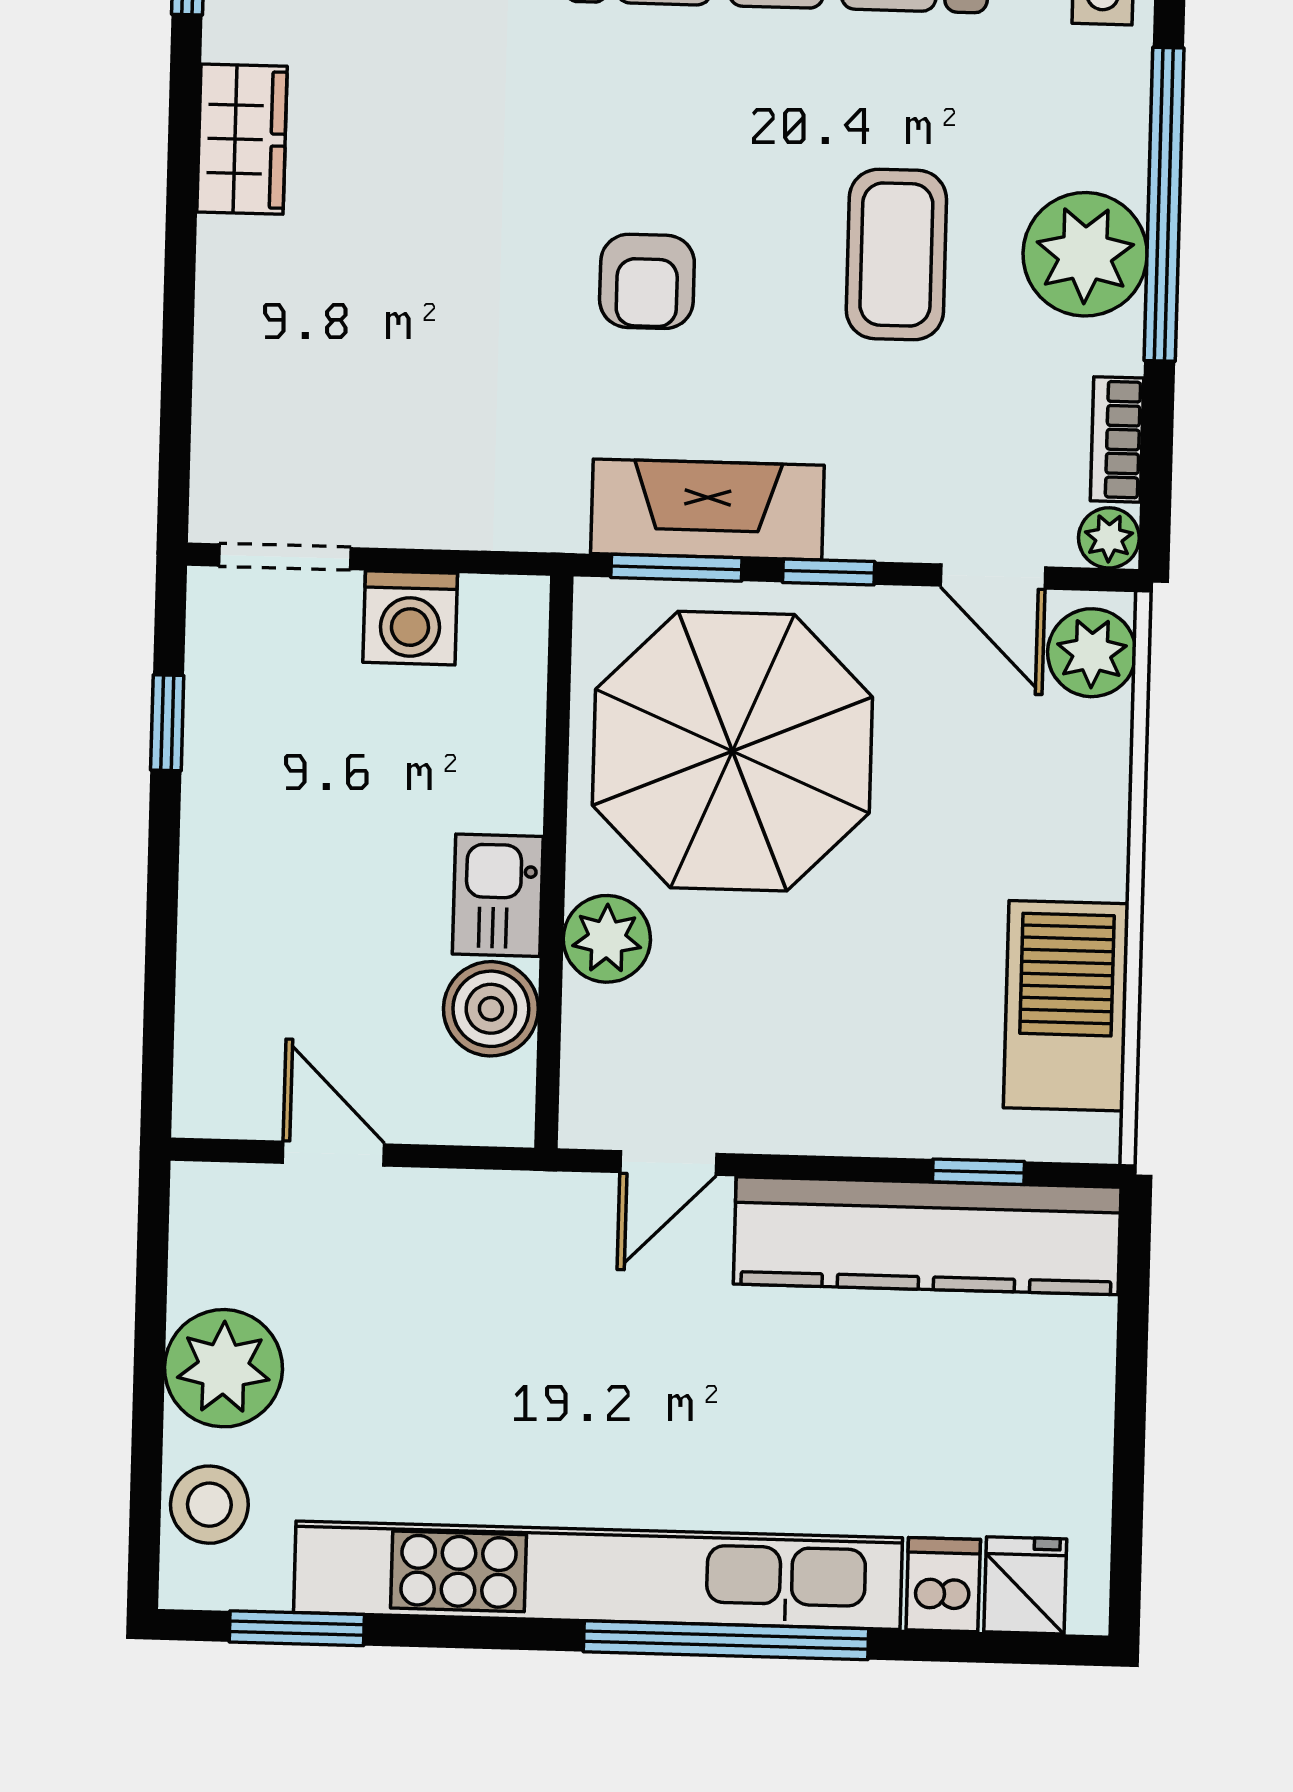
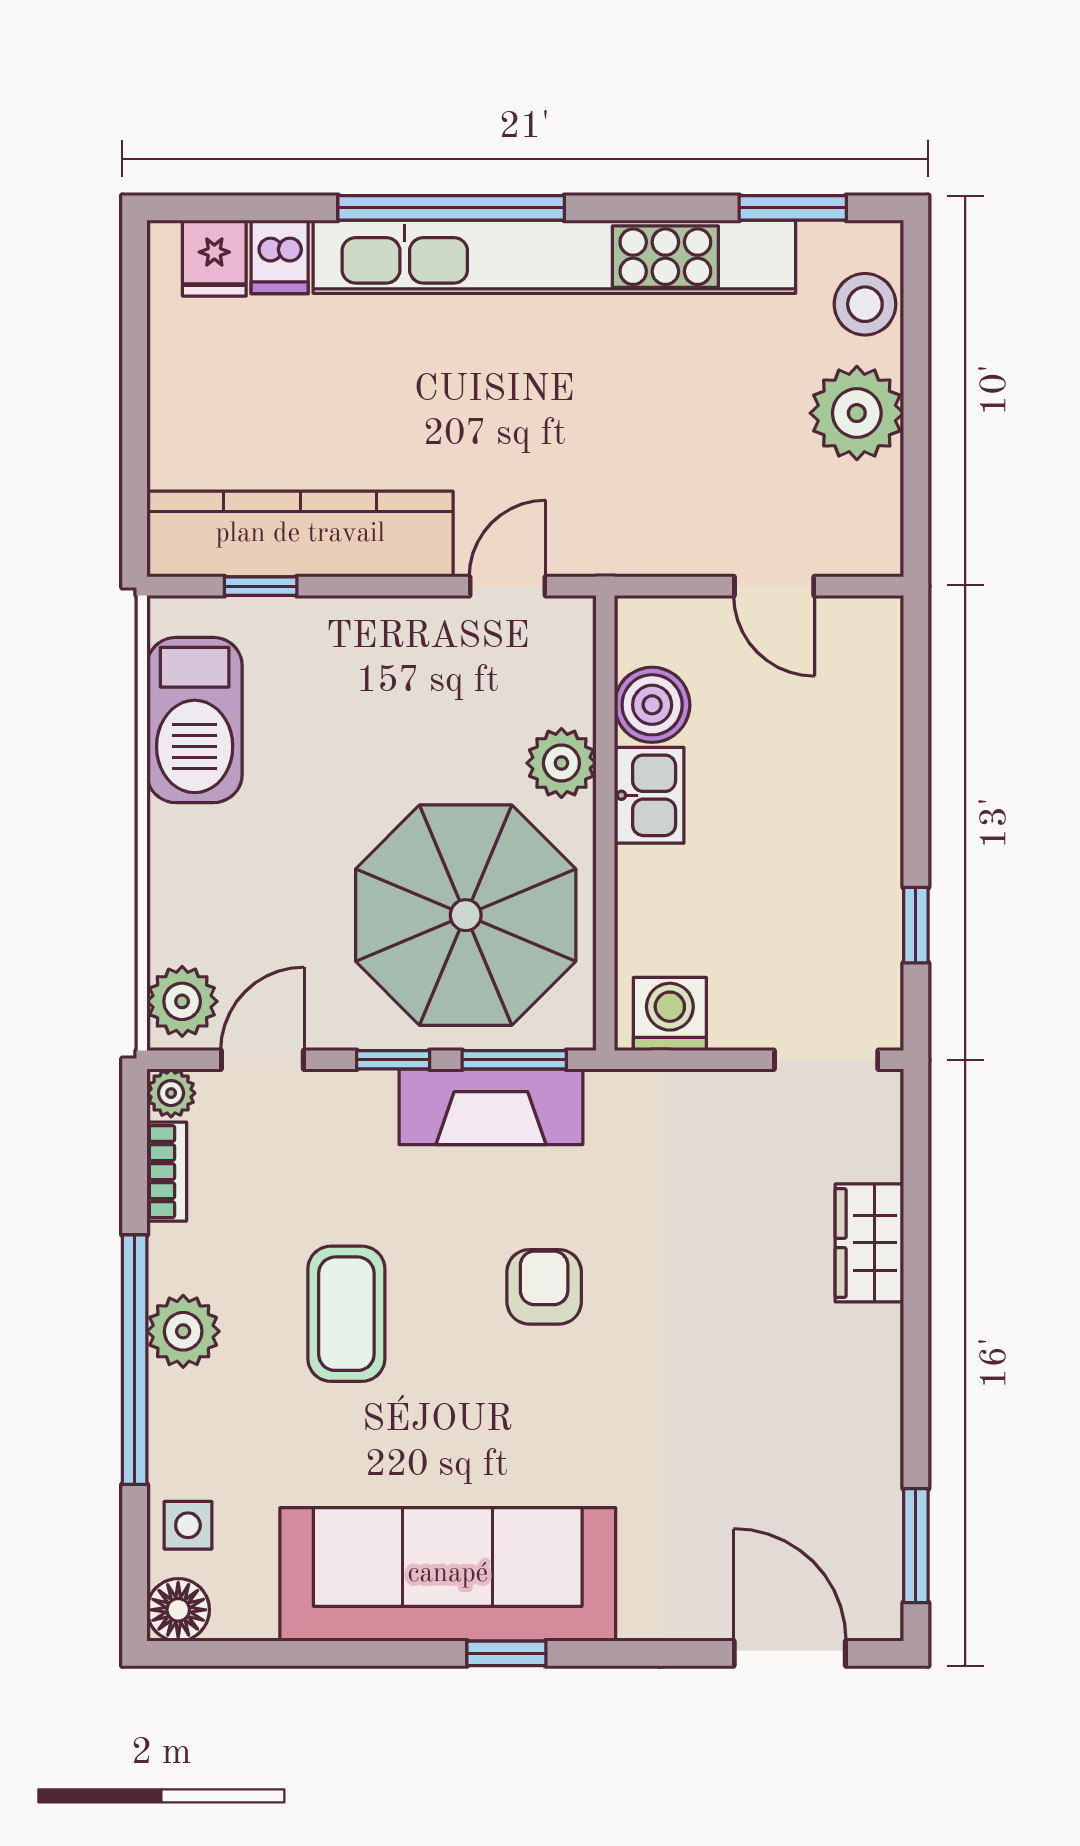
wardrobe: (242, 139) -> (869, 1243), moved
plant: (1085, 254) -> (183, 1331), width x0.73, depth x0.73
door: (993, 577) -> (262, 1060), hinge flipped
washing machine: (410, 618) -> (670, 1014), moved

